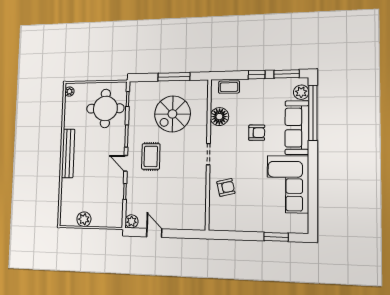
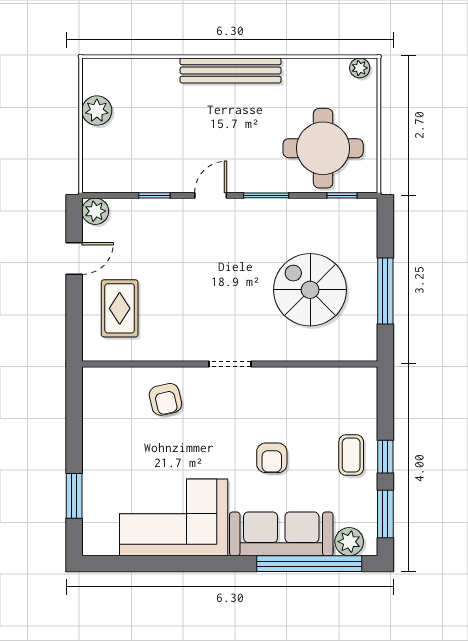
coffee table: (229, 87) -> (351, 455), moved
floor lamp: (219, 117) -> (304, 385), removed
rug: (151, 156) -> (120, 308), moved, turned 90

